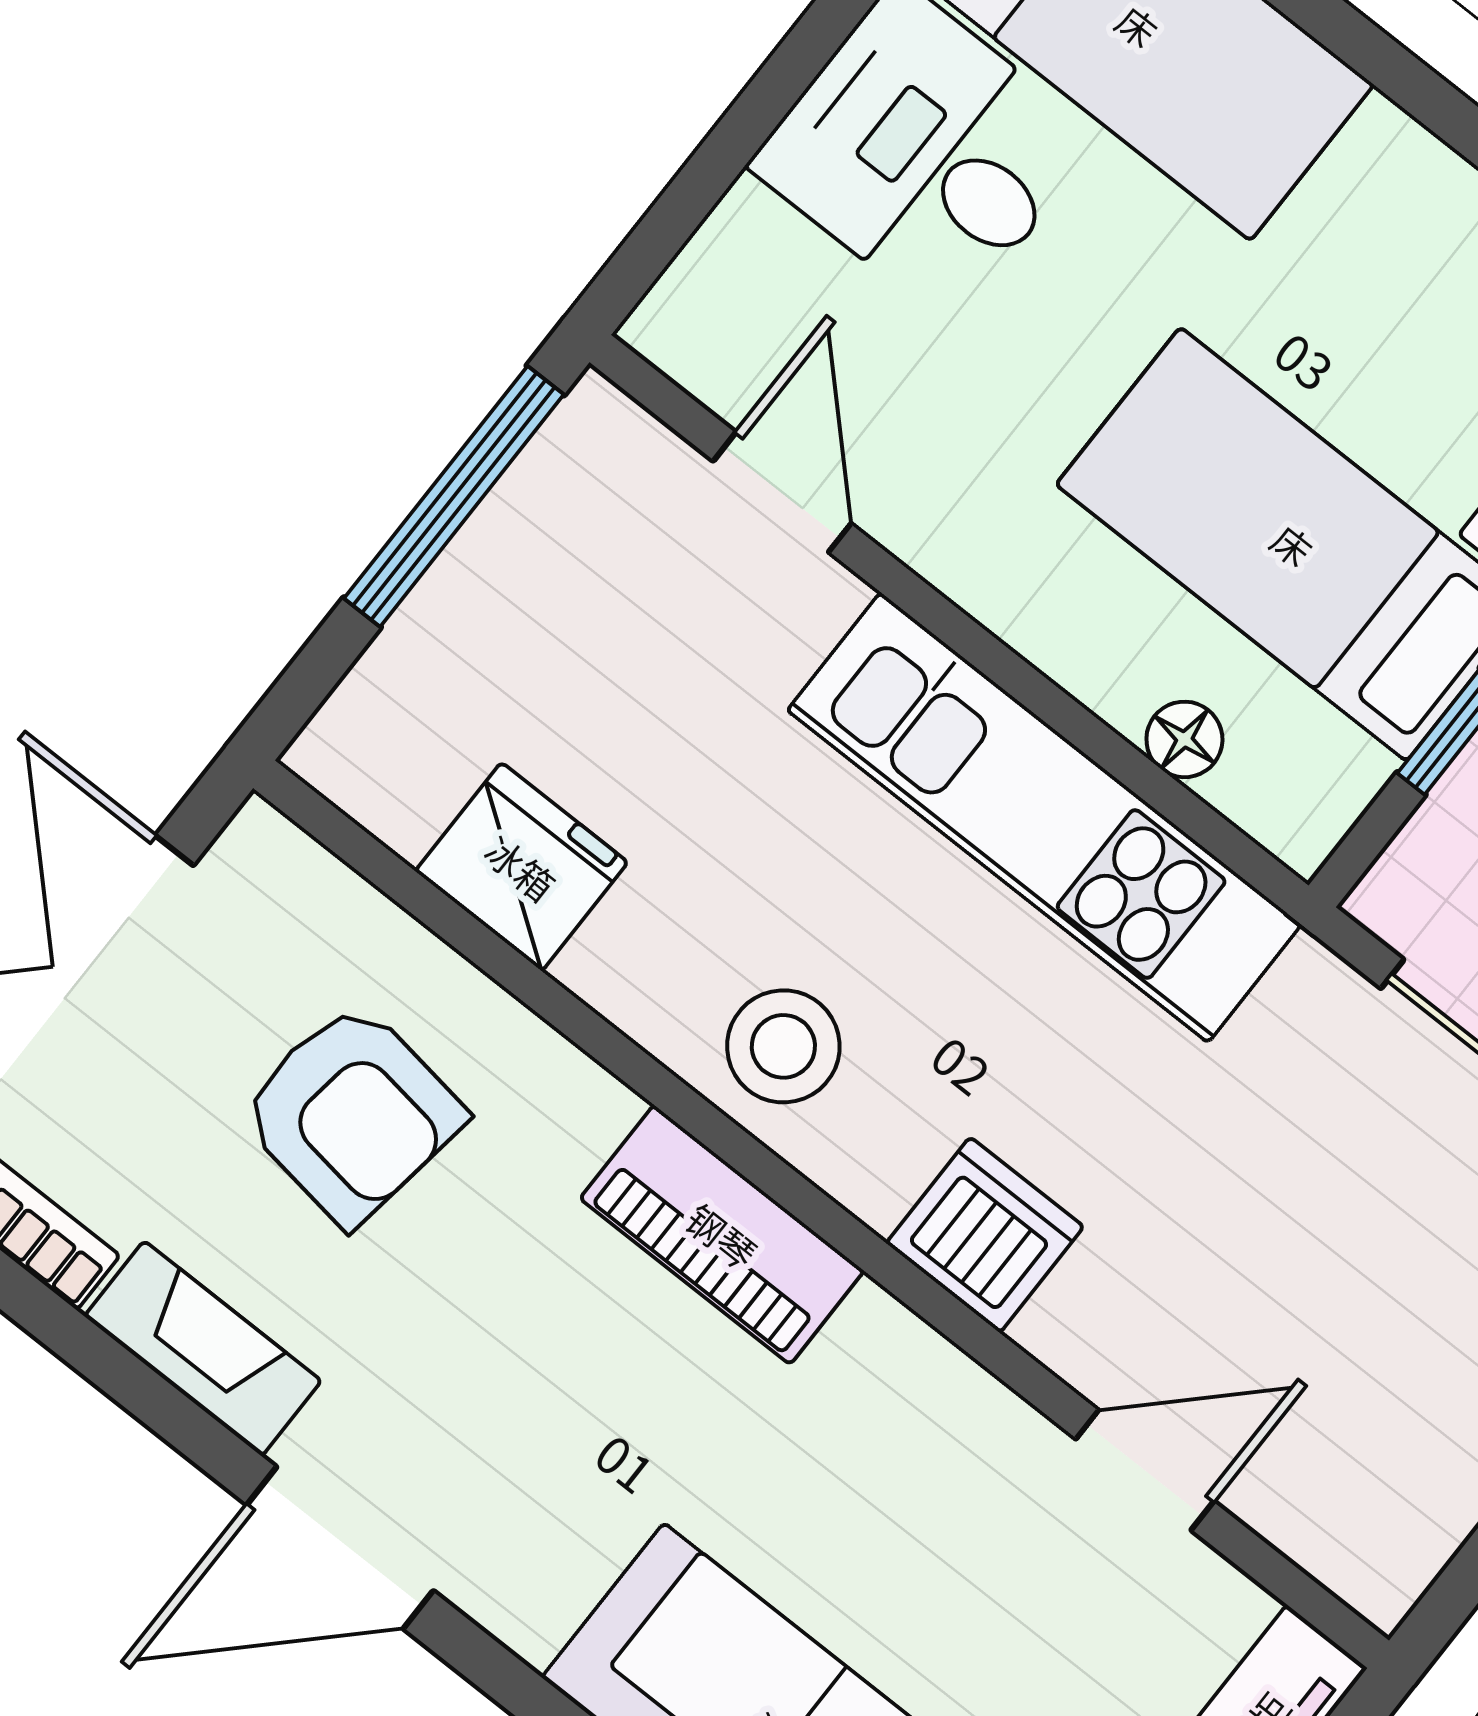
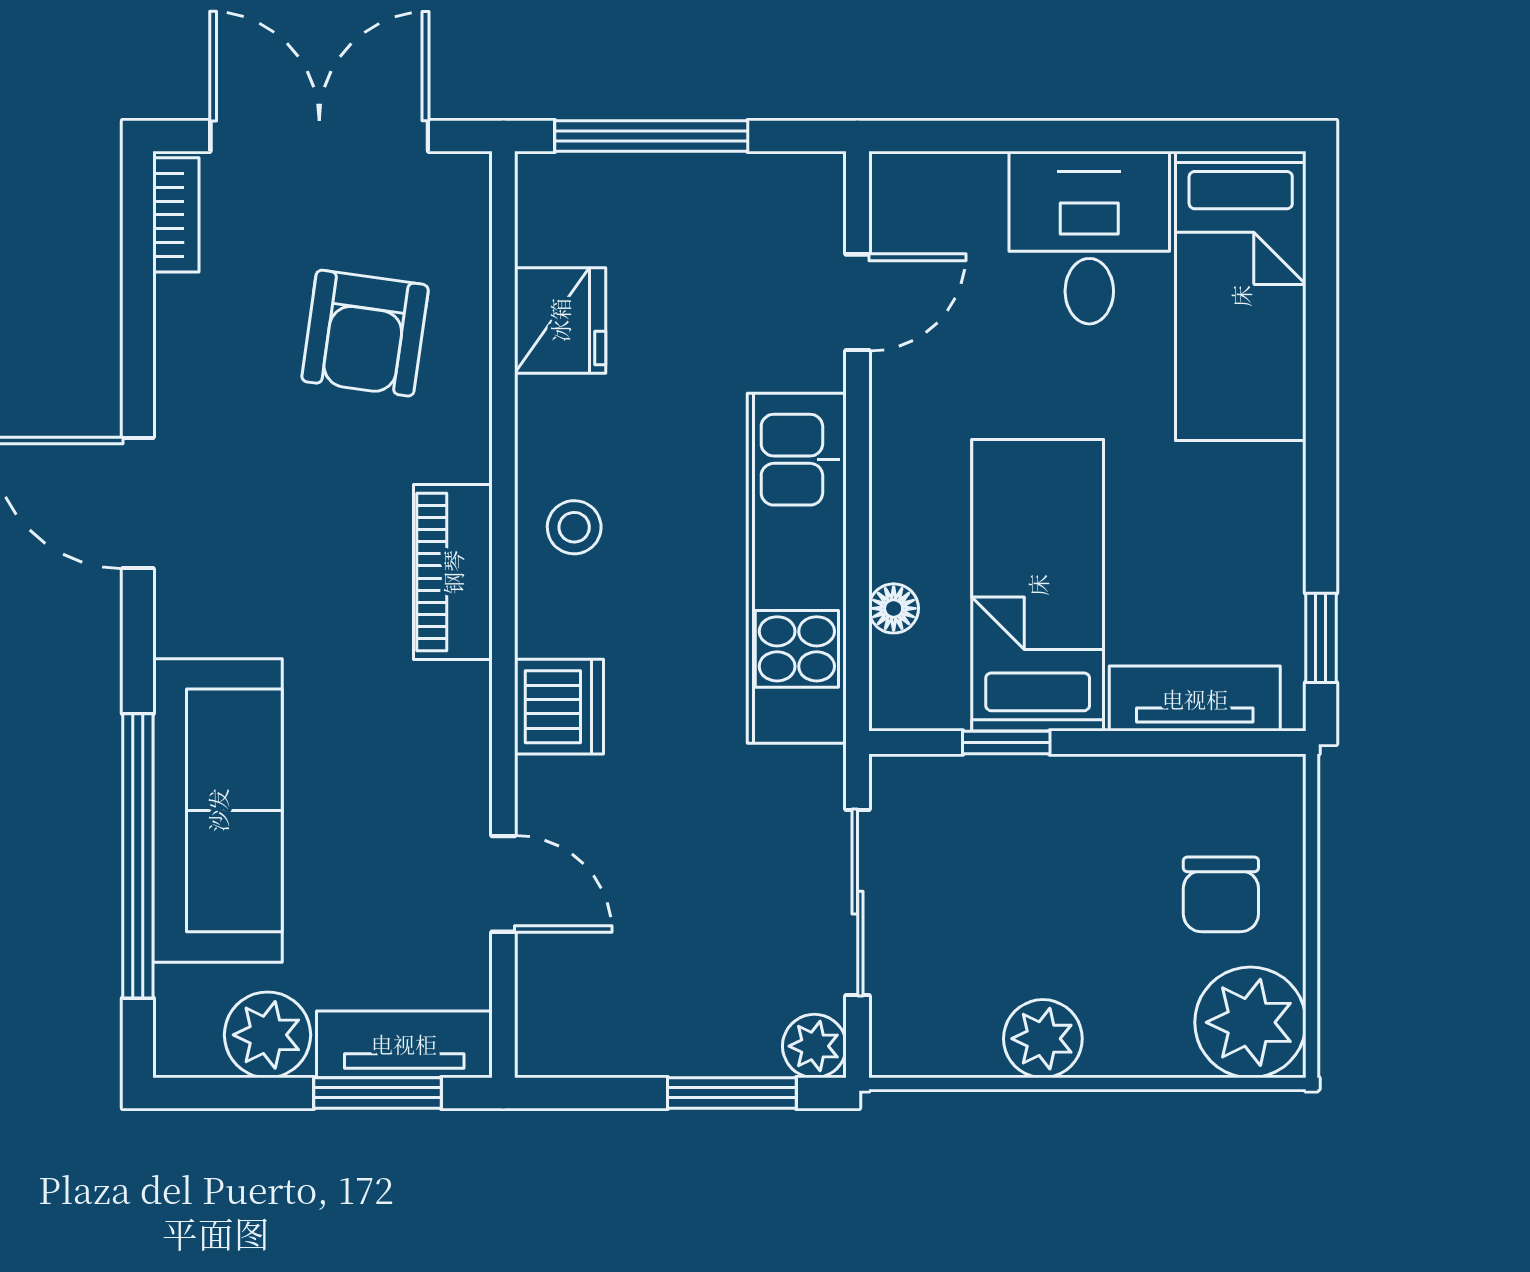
window: (454, 496) -> (651, 136), moved
stool: (783, 1046) -> (574, 527), width x0.73, depth x0.73
fireplace: (203, 1348) -> (185, 352), removed

